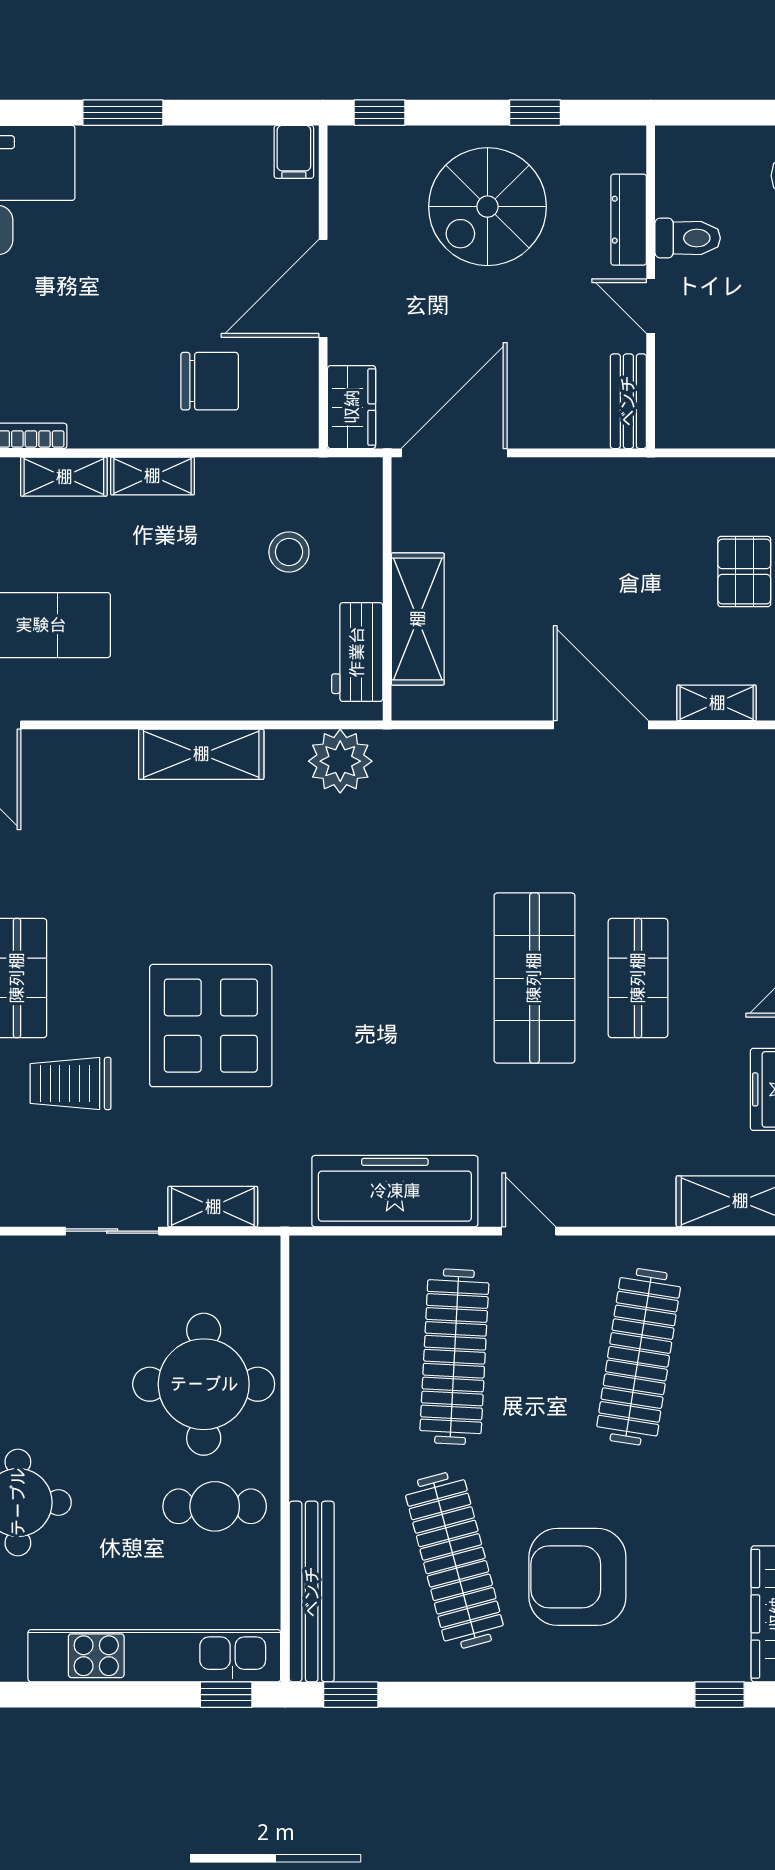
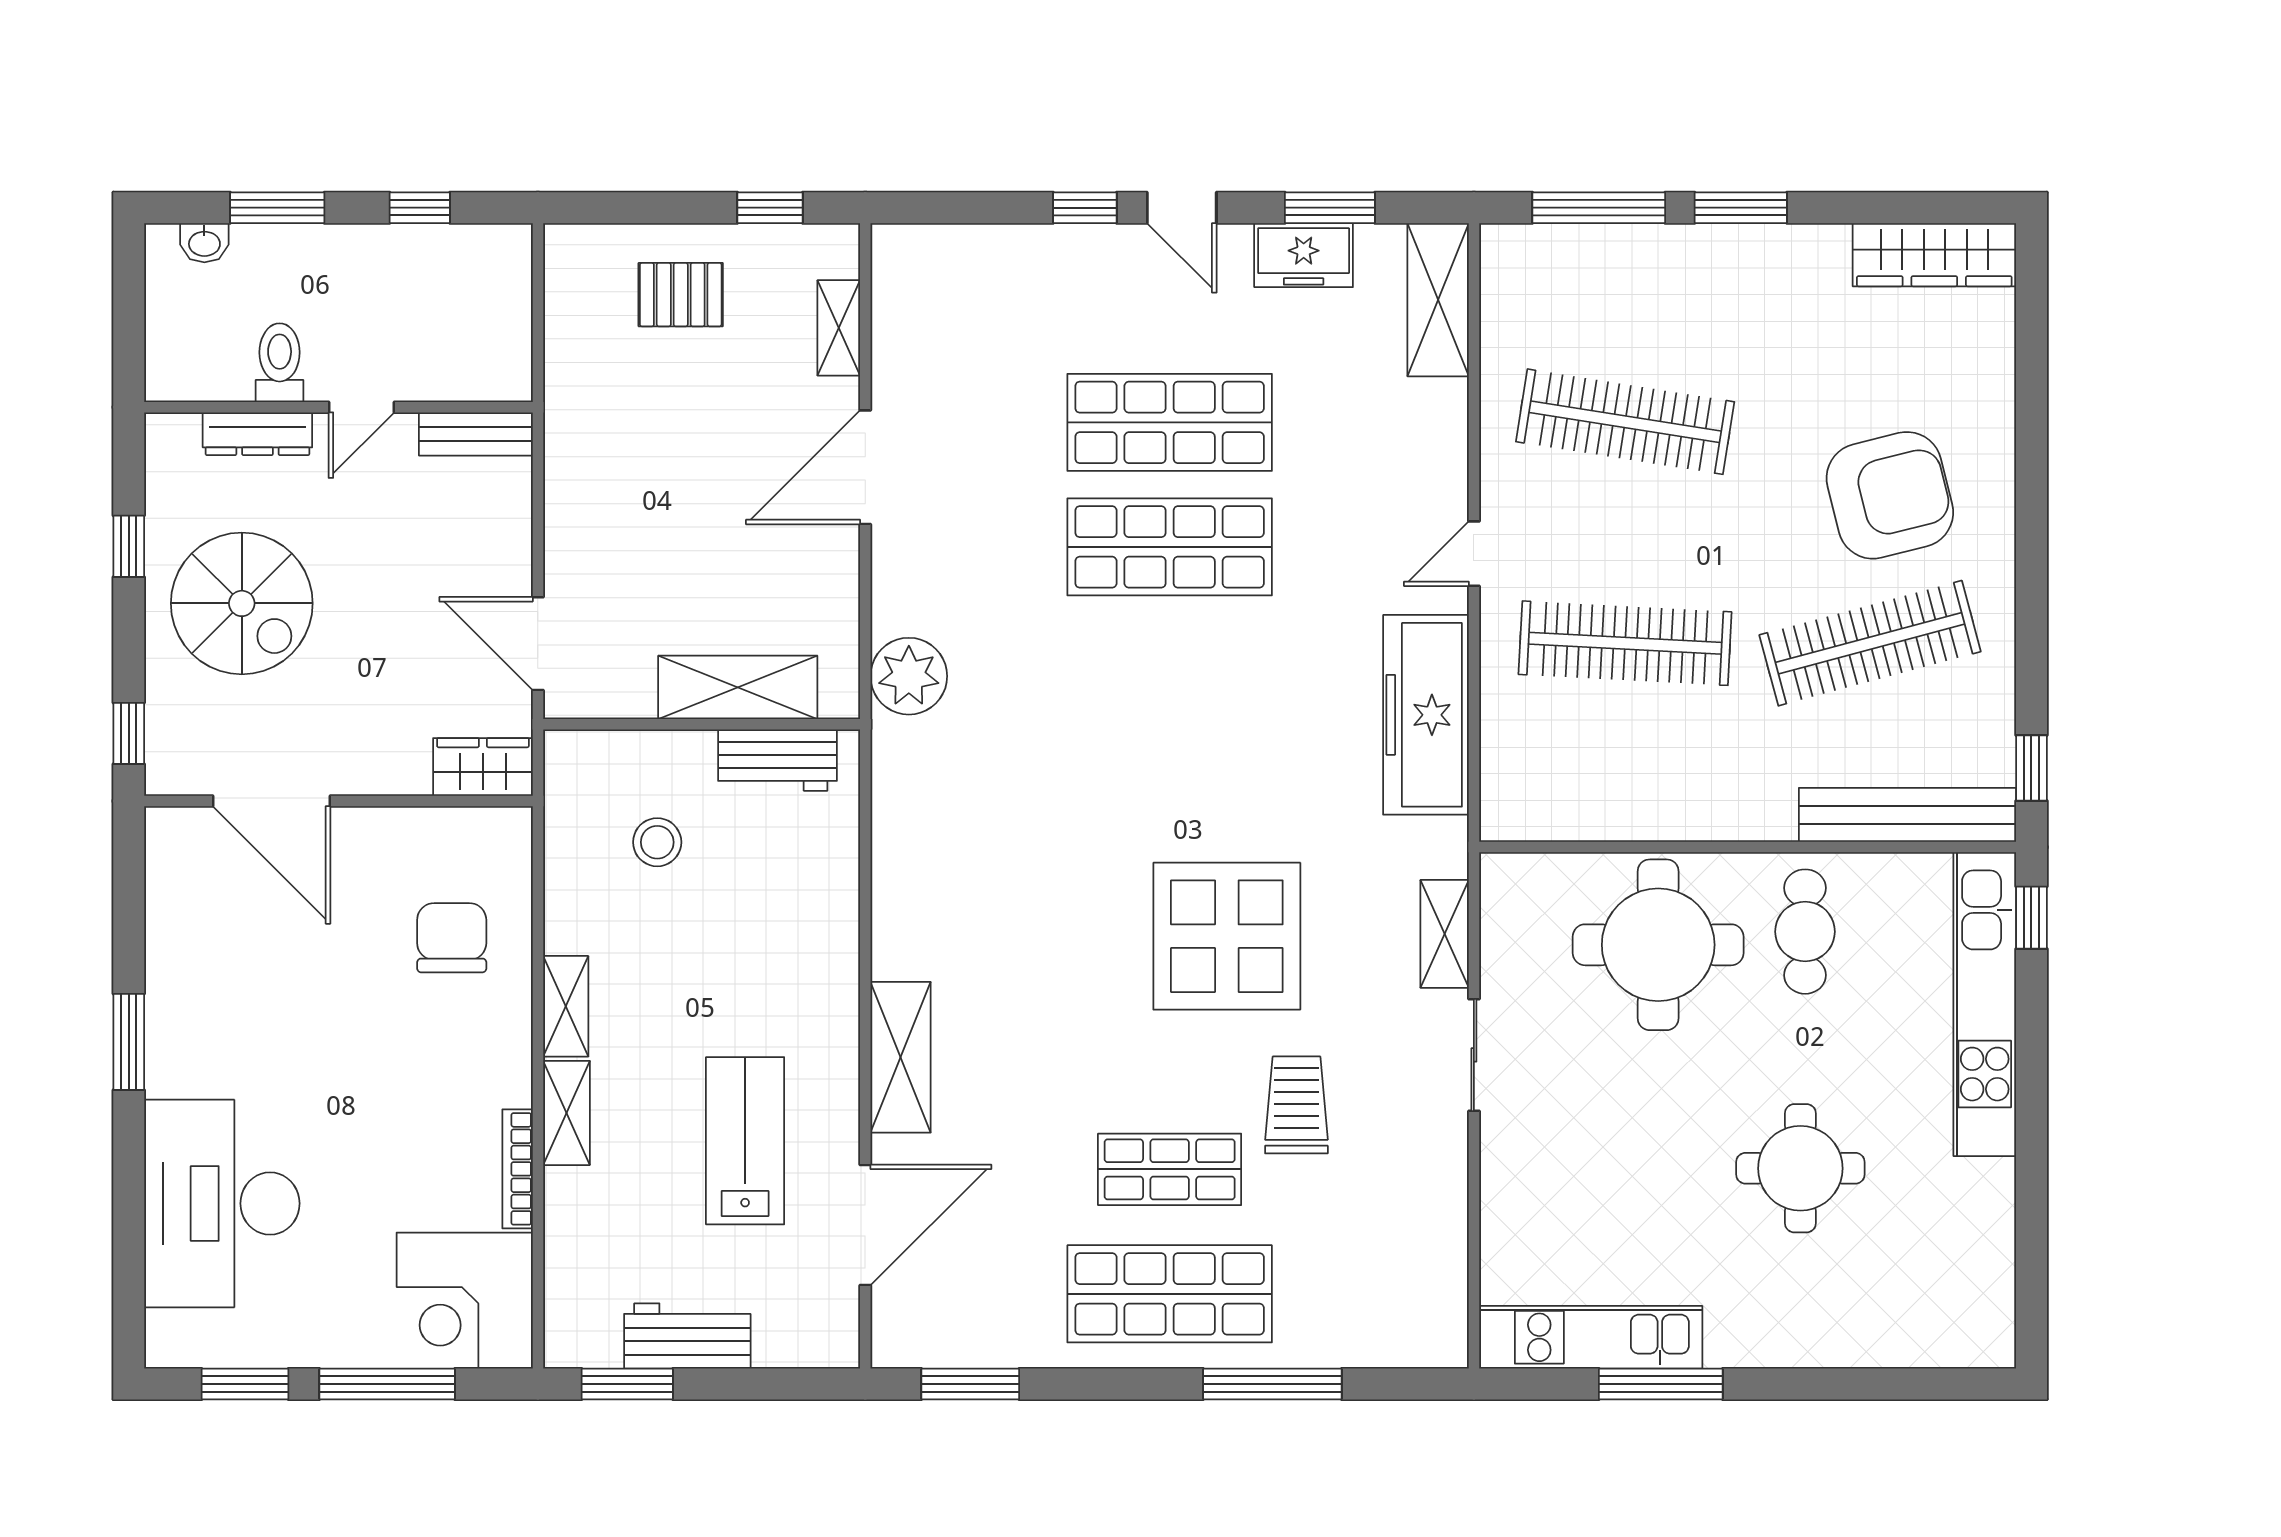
filing cabinet: (294, 152) -> (176, 836), removed
door: (323, 288) -> (271, 801), moved
door: (454, 453) -> (538, 644), width x0.73
shelving: (201, 754) -> (901, 1057), moved
plant: (340, 761) -> (909, 676), moved
shop shelf: (638, 978) -> (1170, 422), width x1.43, depth x1.36
trolley: (71, 1083) -> (1296, 1105), turned 180
armchair: (577, 1577) -> (1890, 495), turned -104
window: (720, 1695) -> (2031, 324), removed

